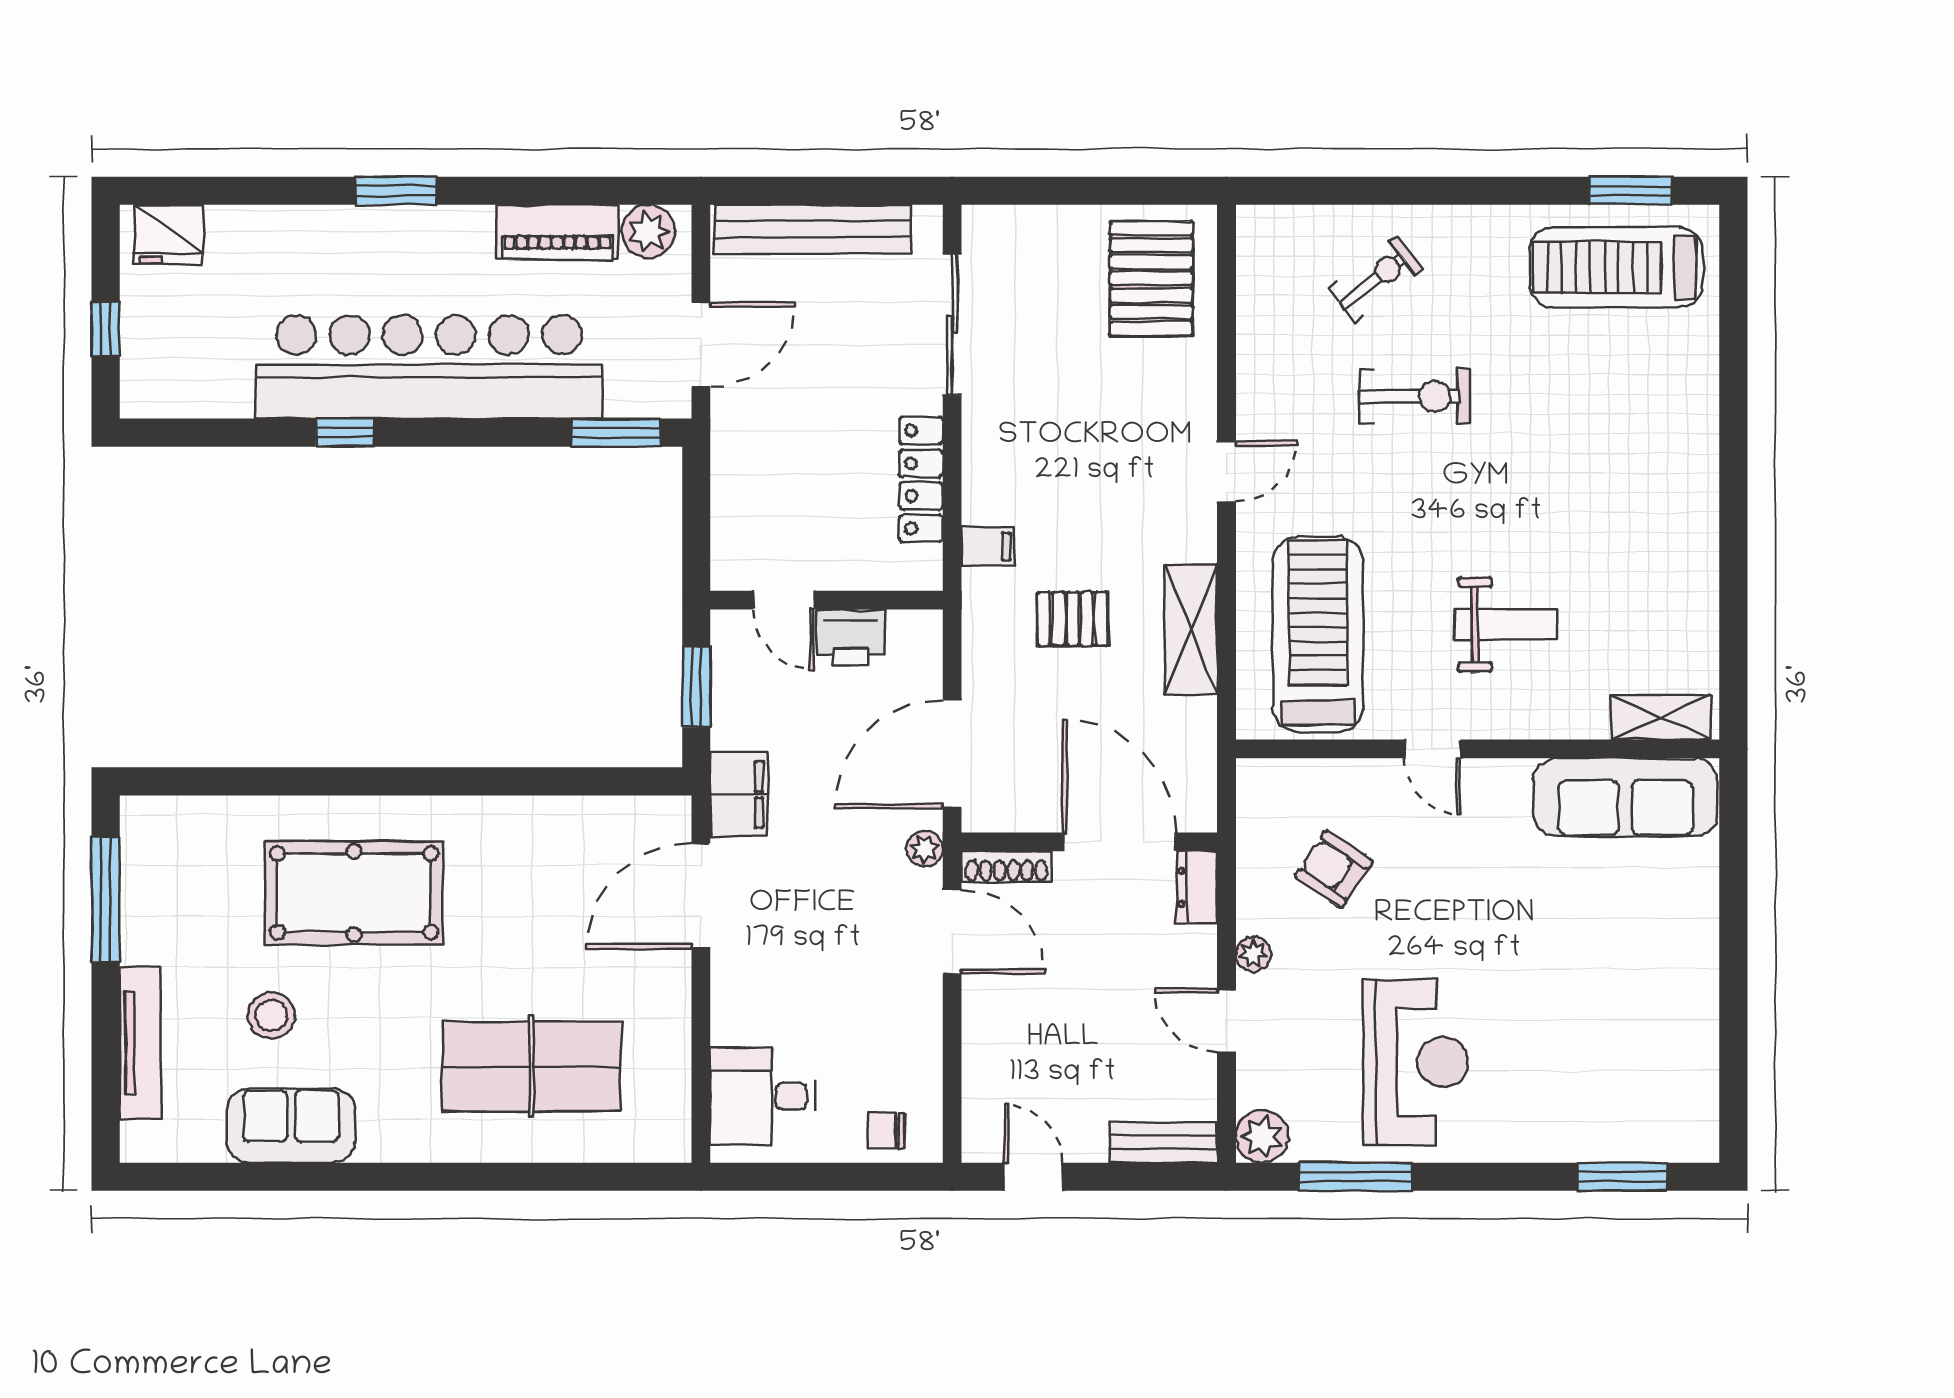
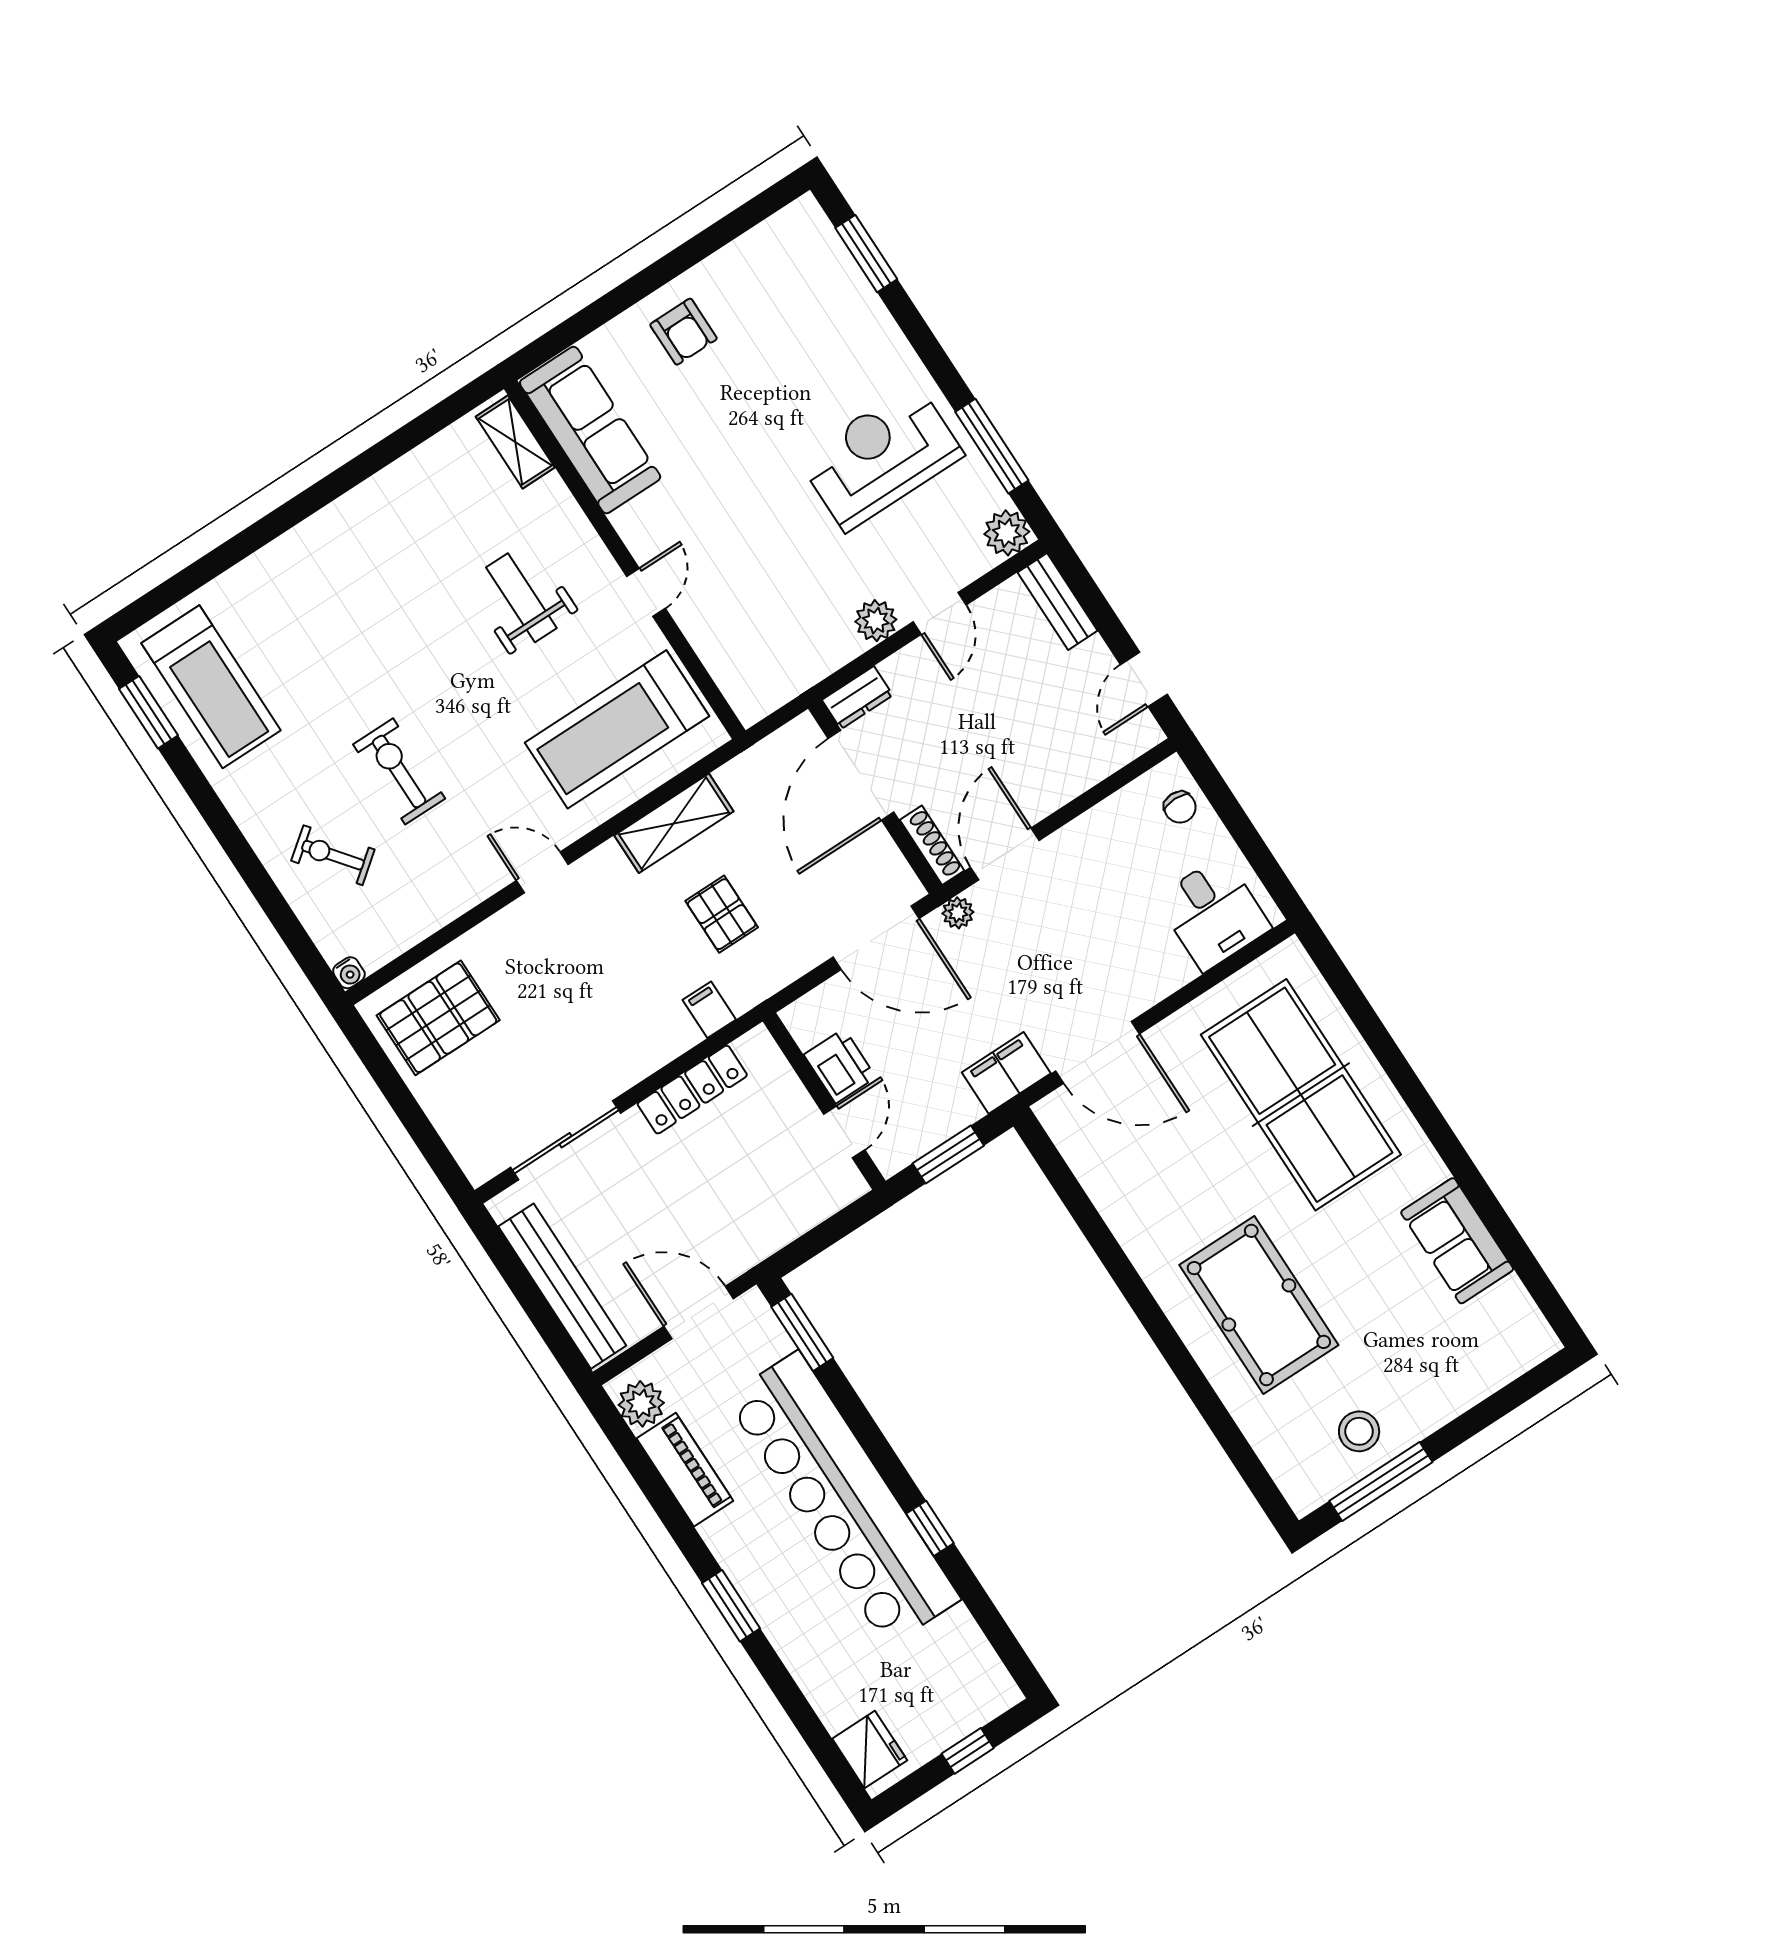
water cooler: (1251, 220) -> (349, 973), added
armchair: (1334, 869) -> (684, 332), moved, turned -34
plant: (1253, 954) -> (876, 621), width x1.38, depth x1.38
stool: (271, 1016) -> (1359, 1431), moved
tv unit: (140, 1043) -> (1468, 1389), removed
table tennis table: (531, 1066) -> (1301, 1095), width x1.36, depth x1.32

